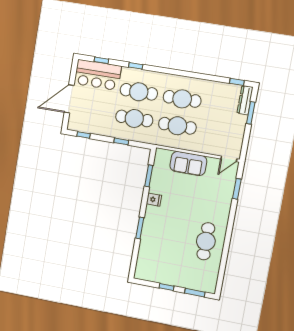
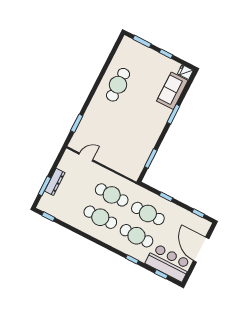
door: (69, 99) -> (201, 250), swing flipped
dresser: (245, 100) -> (55, 182), moved
door: (229, 159) -> (86, 157), moved
sofa: (188, 163) -> (172, 91), moved, turned -90
fridge: (154, 200) -> (185, 72), moved

